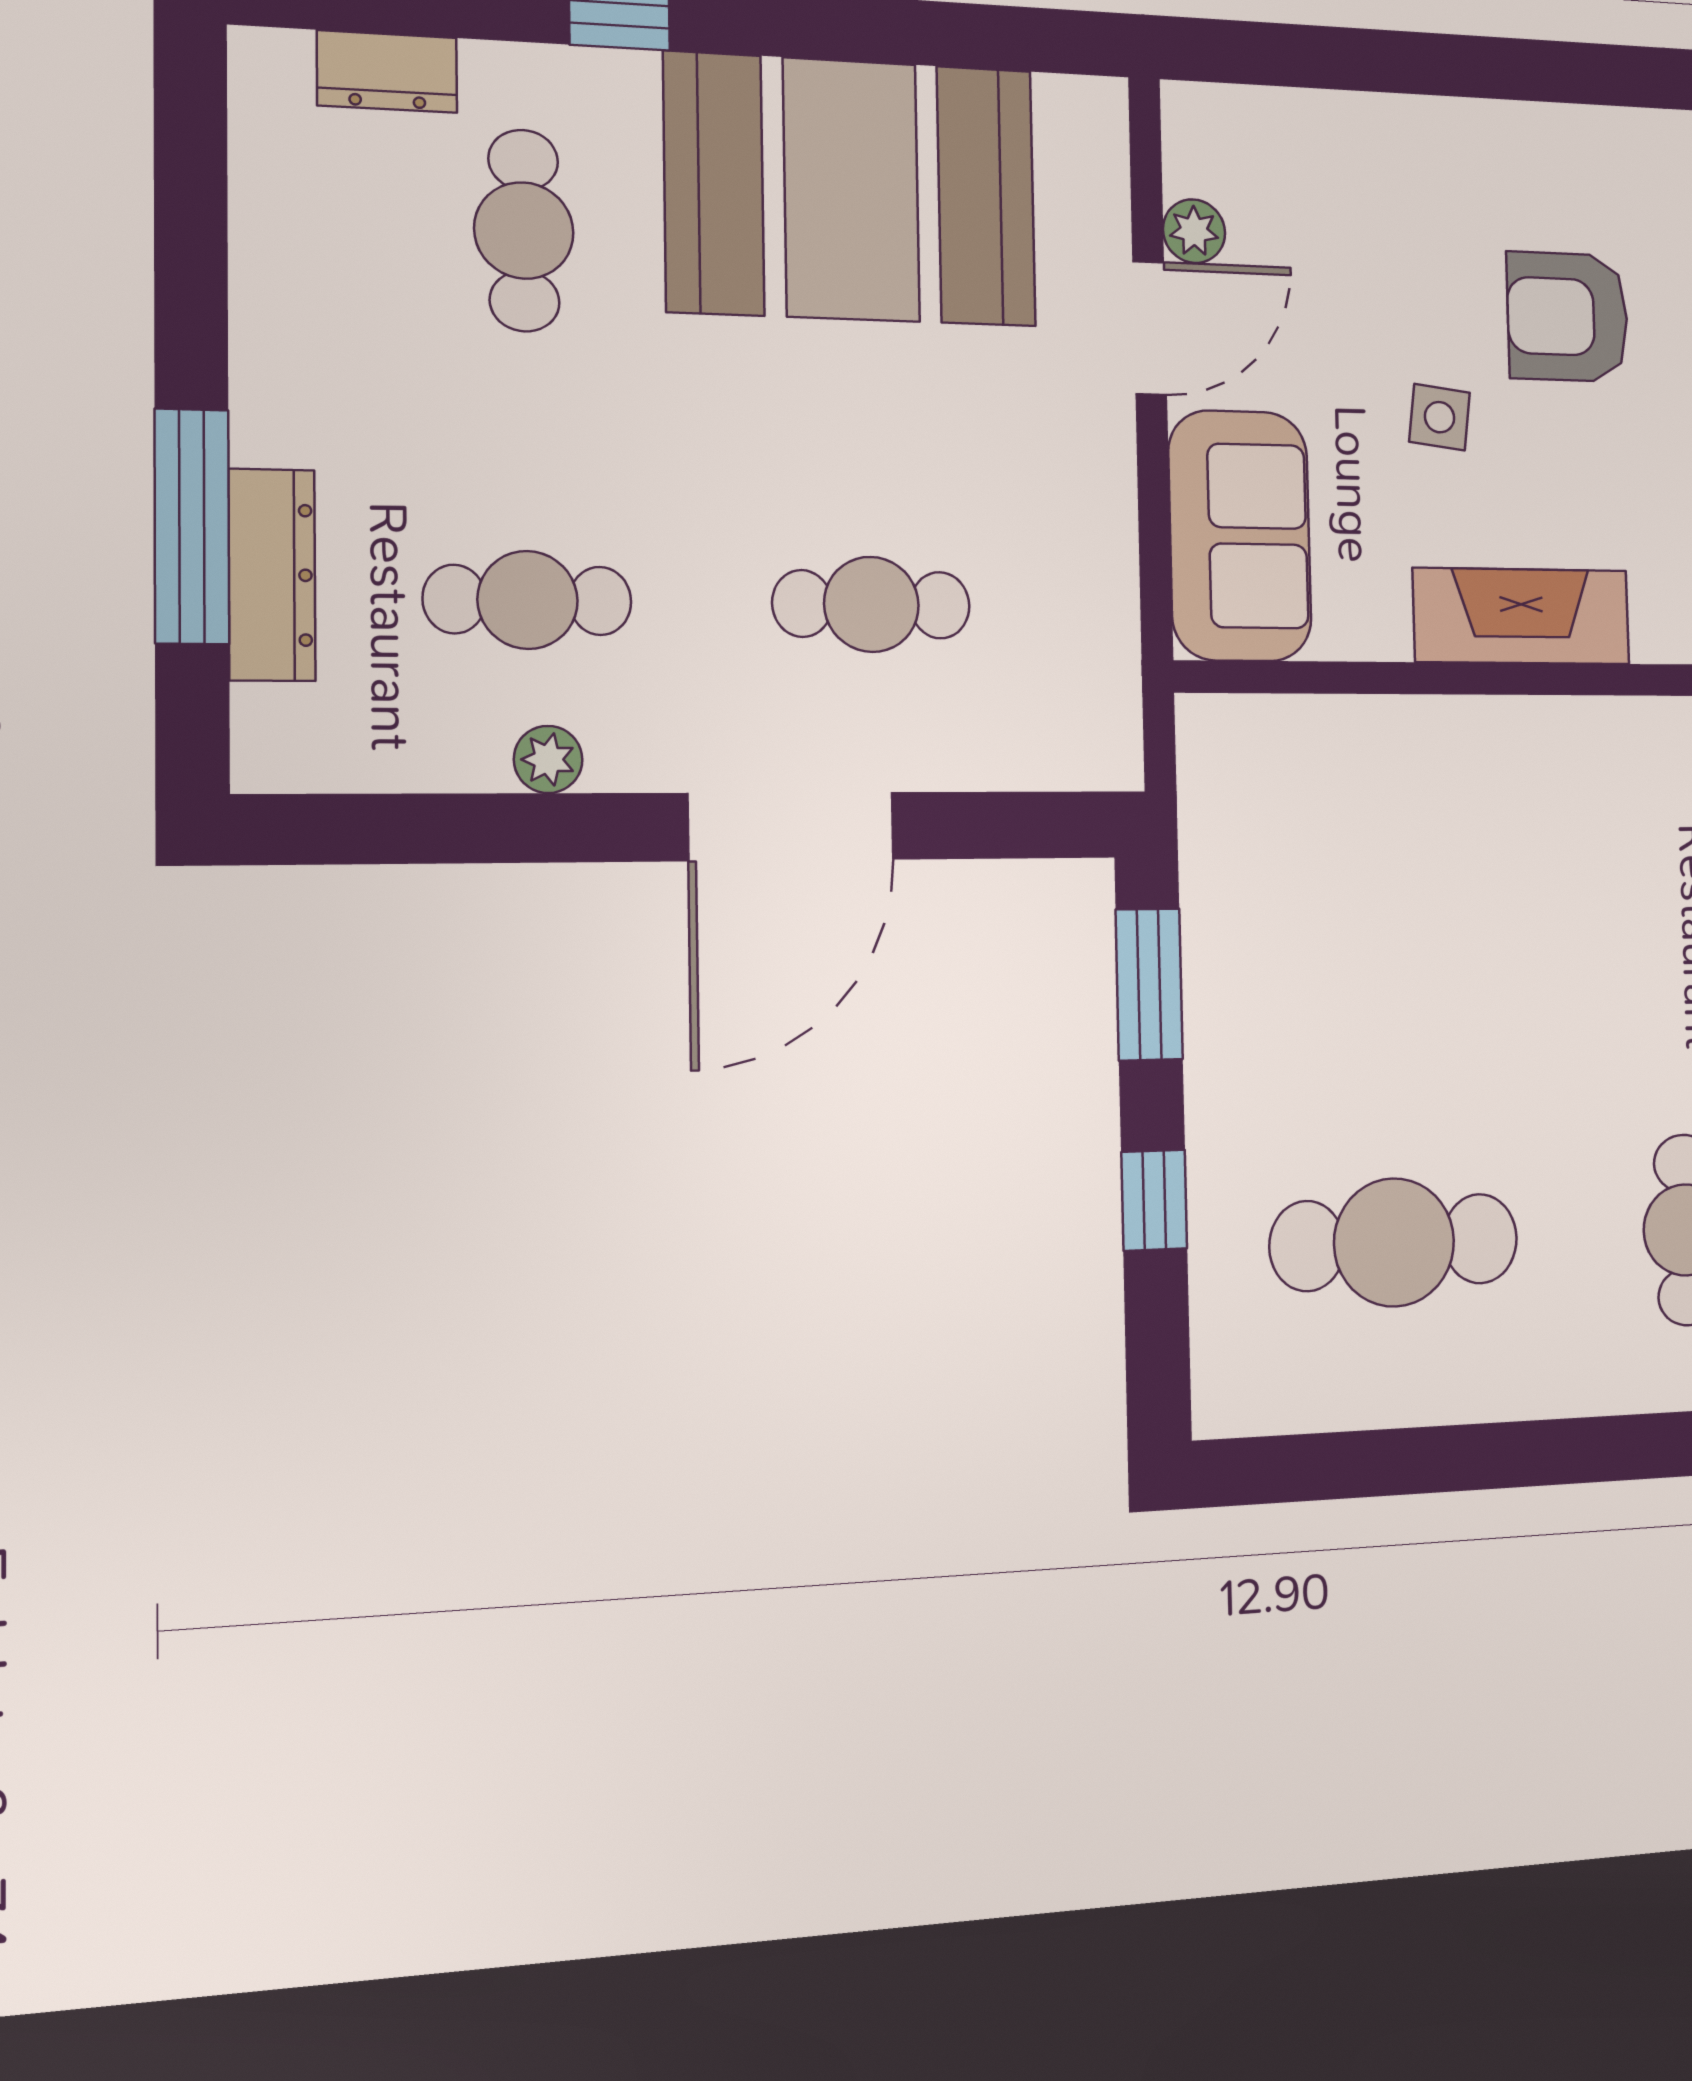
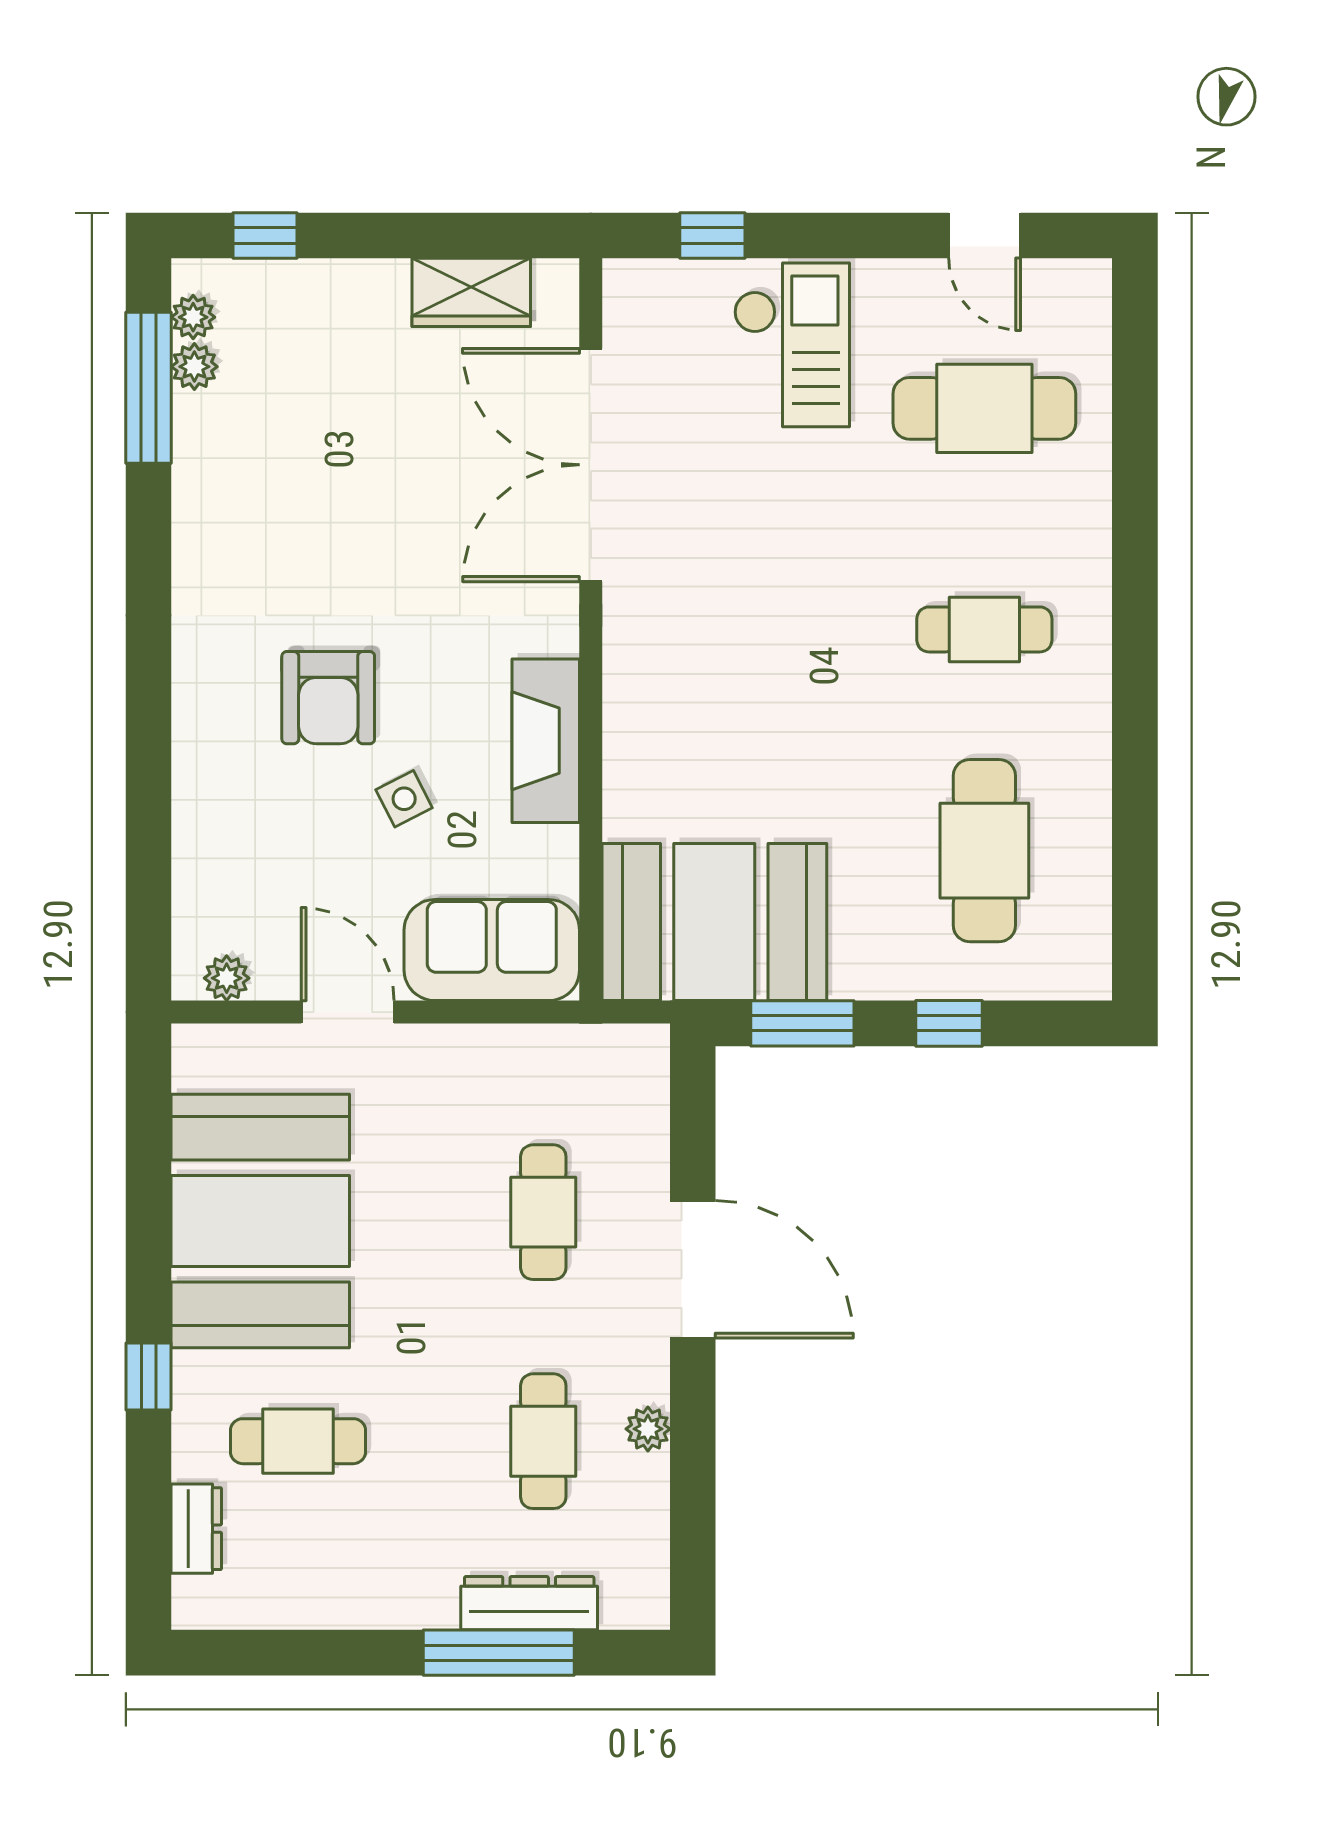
plant: (1194, 231) -> (227, 978), moved
side table: (1440, 417) -> (404, 799), turned -34
booth: (1286, 855) -> (714, 922), added

